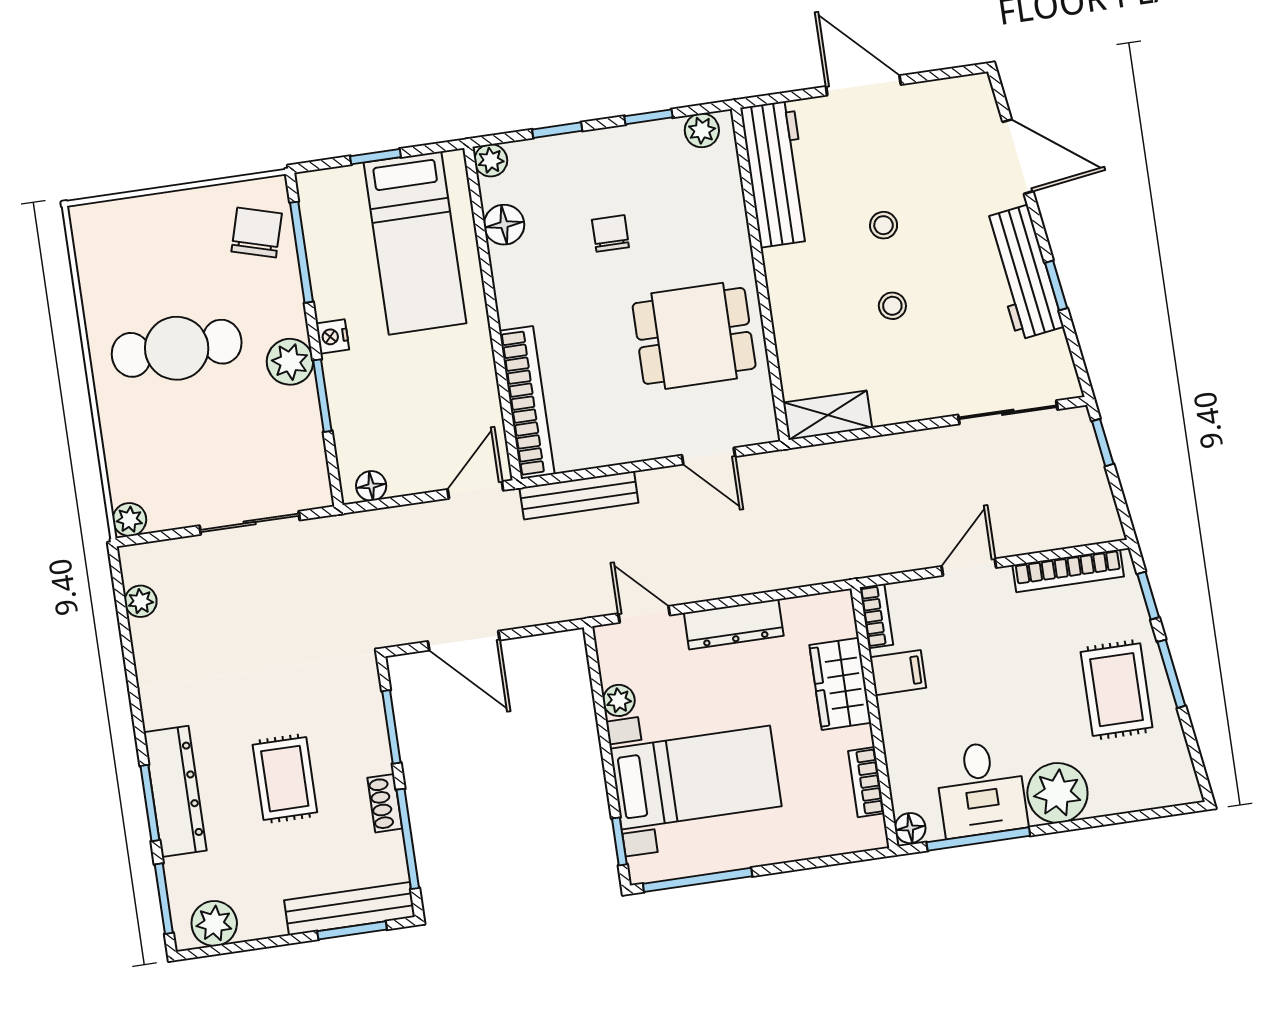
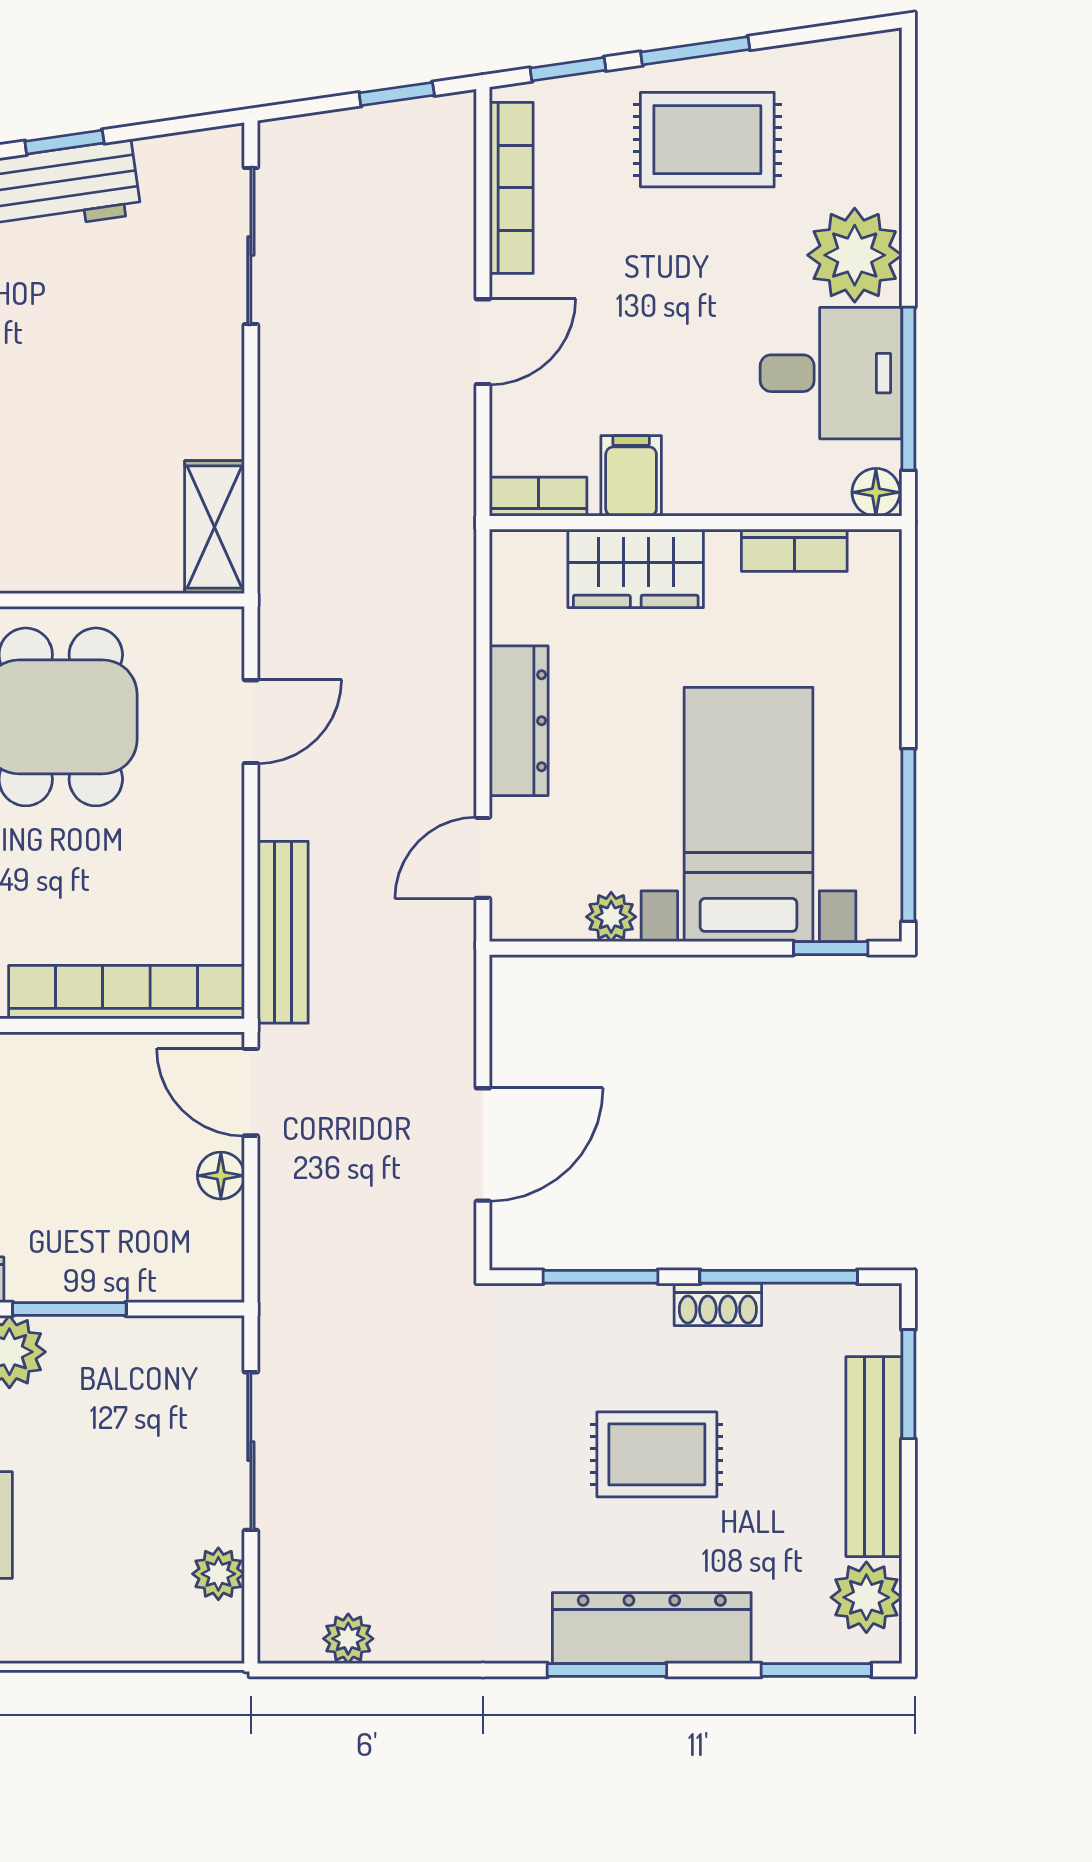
stool: (892, 306) -> (59, 401), removed
window: (1103, 443) -> (397, 94), moved
floor lamp: (371, 486) -> (221, 1176), moved
plant: (129, 519) -> (218, 1574), moved
door: (969, 567) -> (483, 342), swing flipped
window: (150, 803) -> (607, 1670), moved
bench: (350, 909) -> (874, 1457), moved

